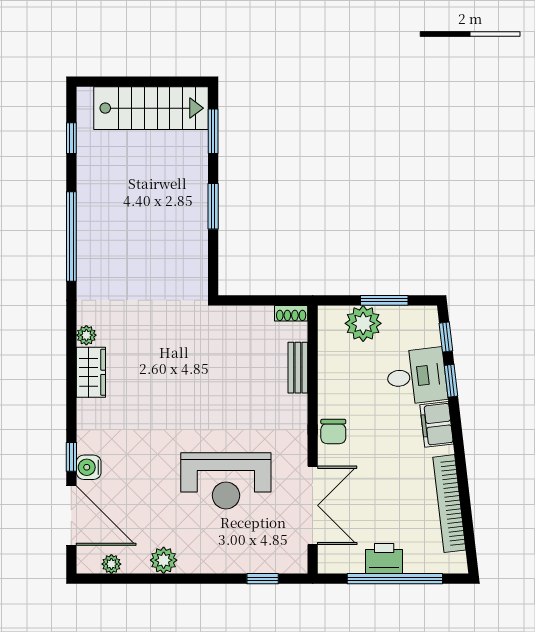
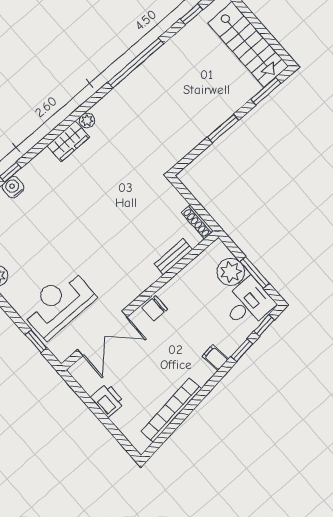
shoe rack: (291, 313) -> (197, 222), width x1.43
desk: (417, 376) -> (248, 304), moved, turned -83
filing cabinet: (437, 424) -> (215, 358), width x0.50
reception desk: (226, 481) -> (58, 304), moved, turned 90
window: (395, 579) -> (102, 416), removed

